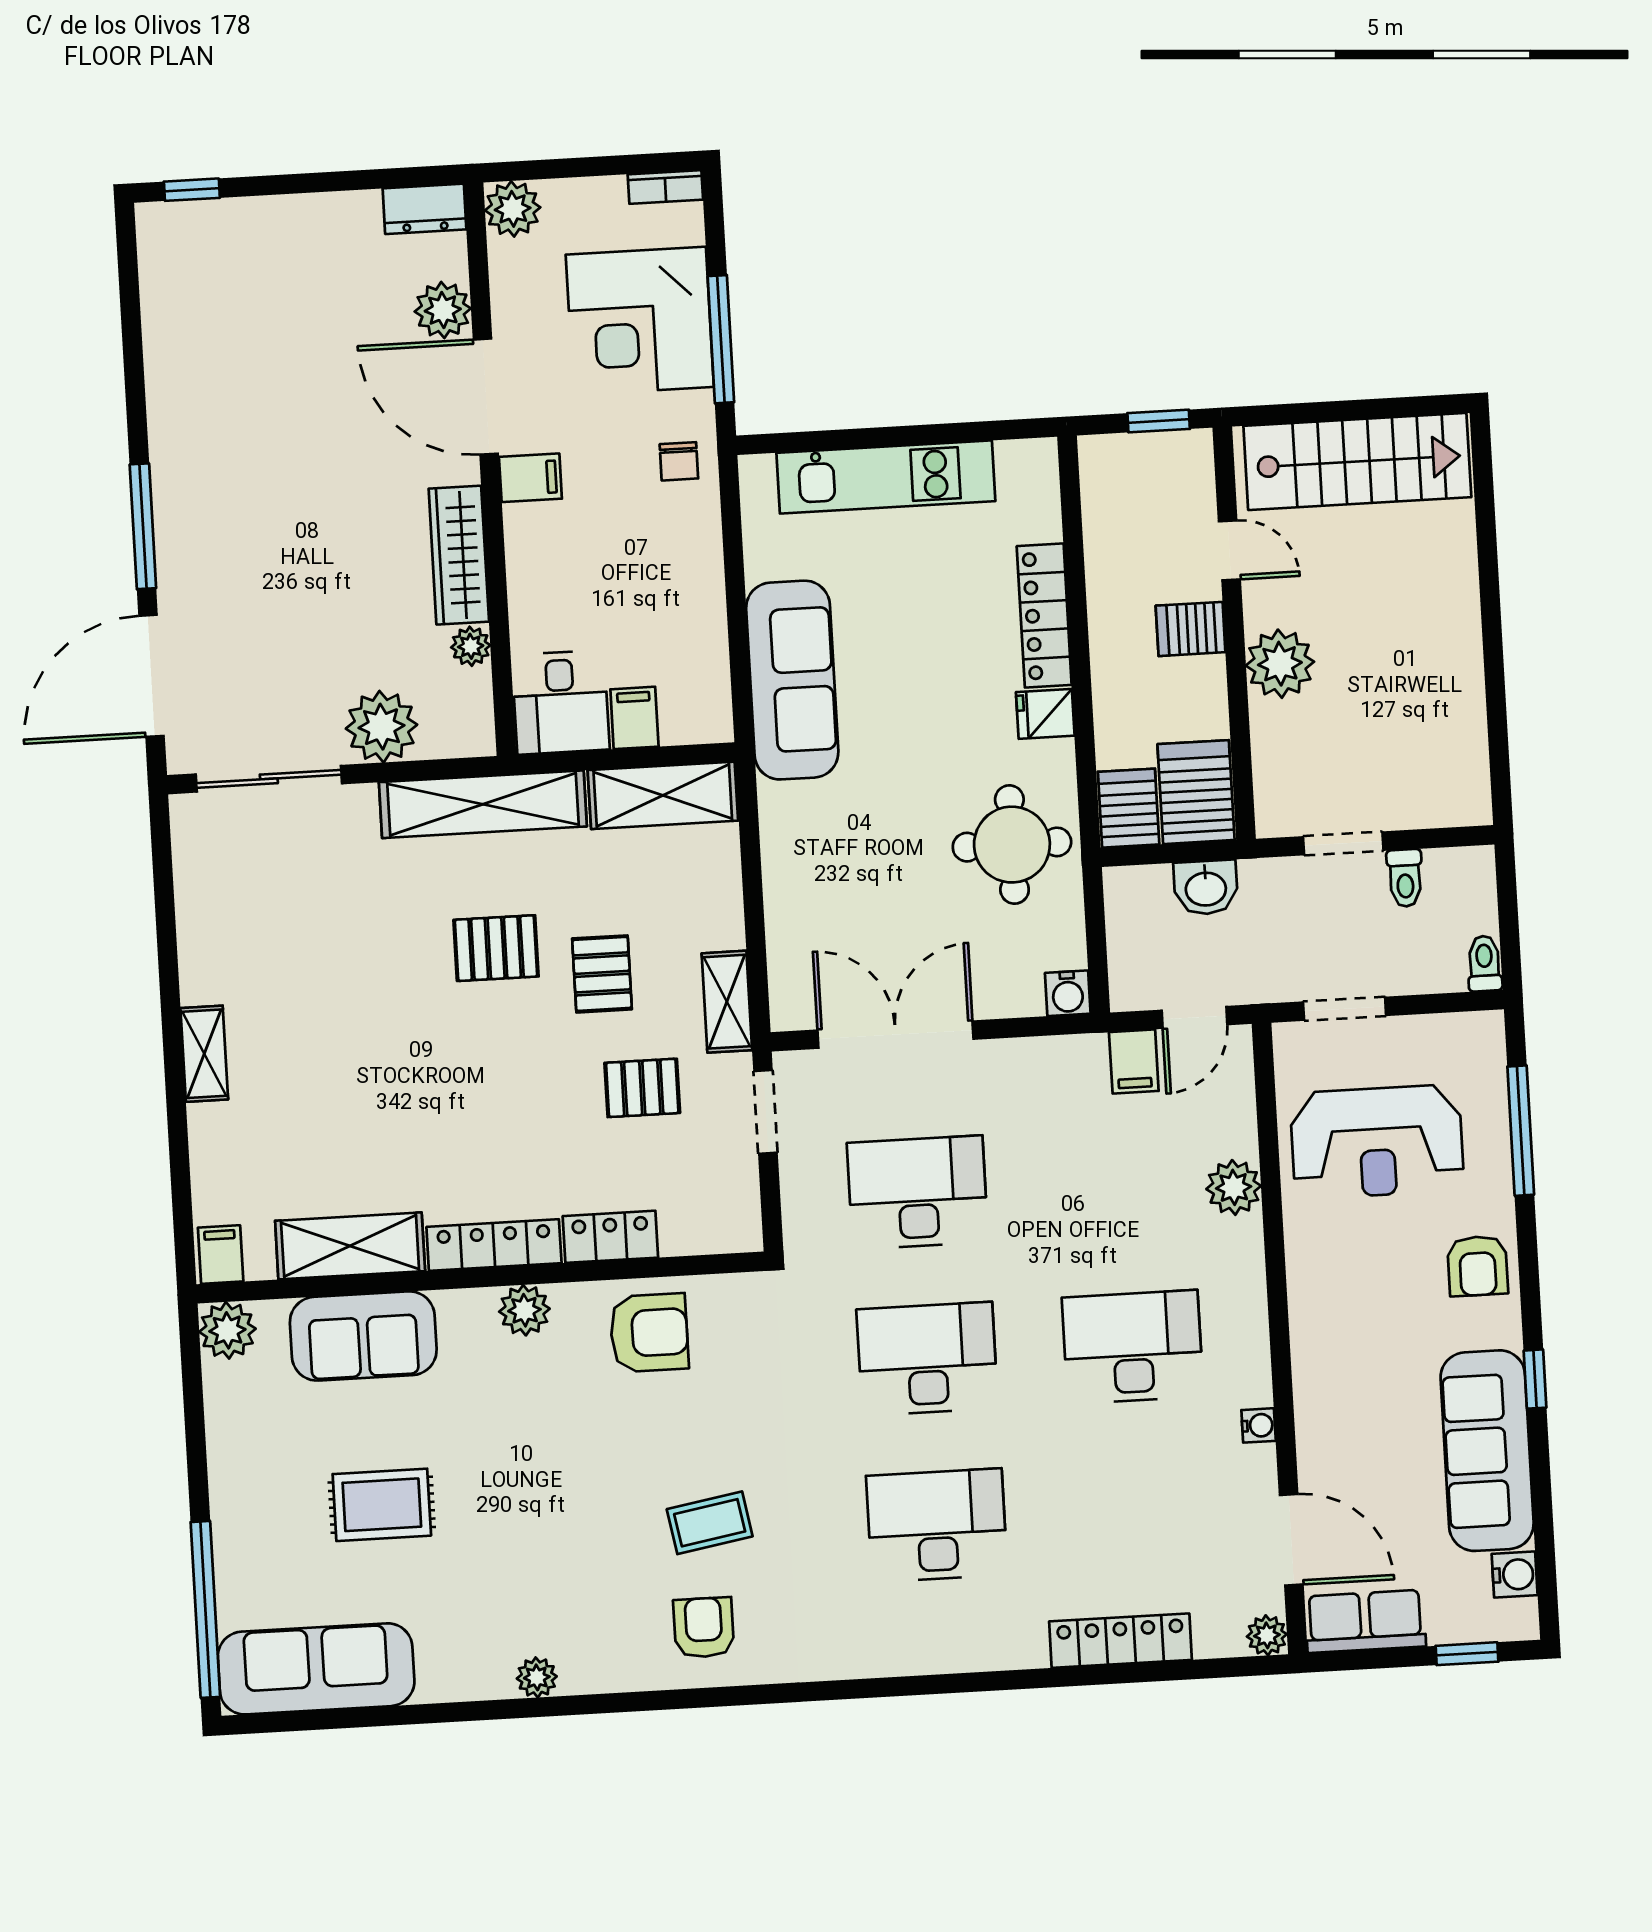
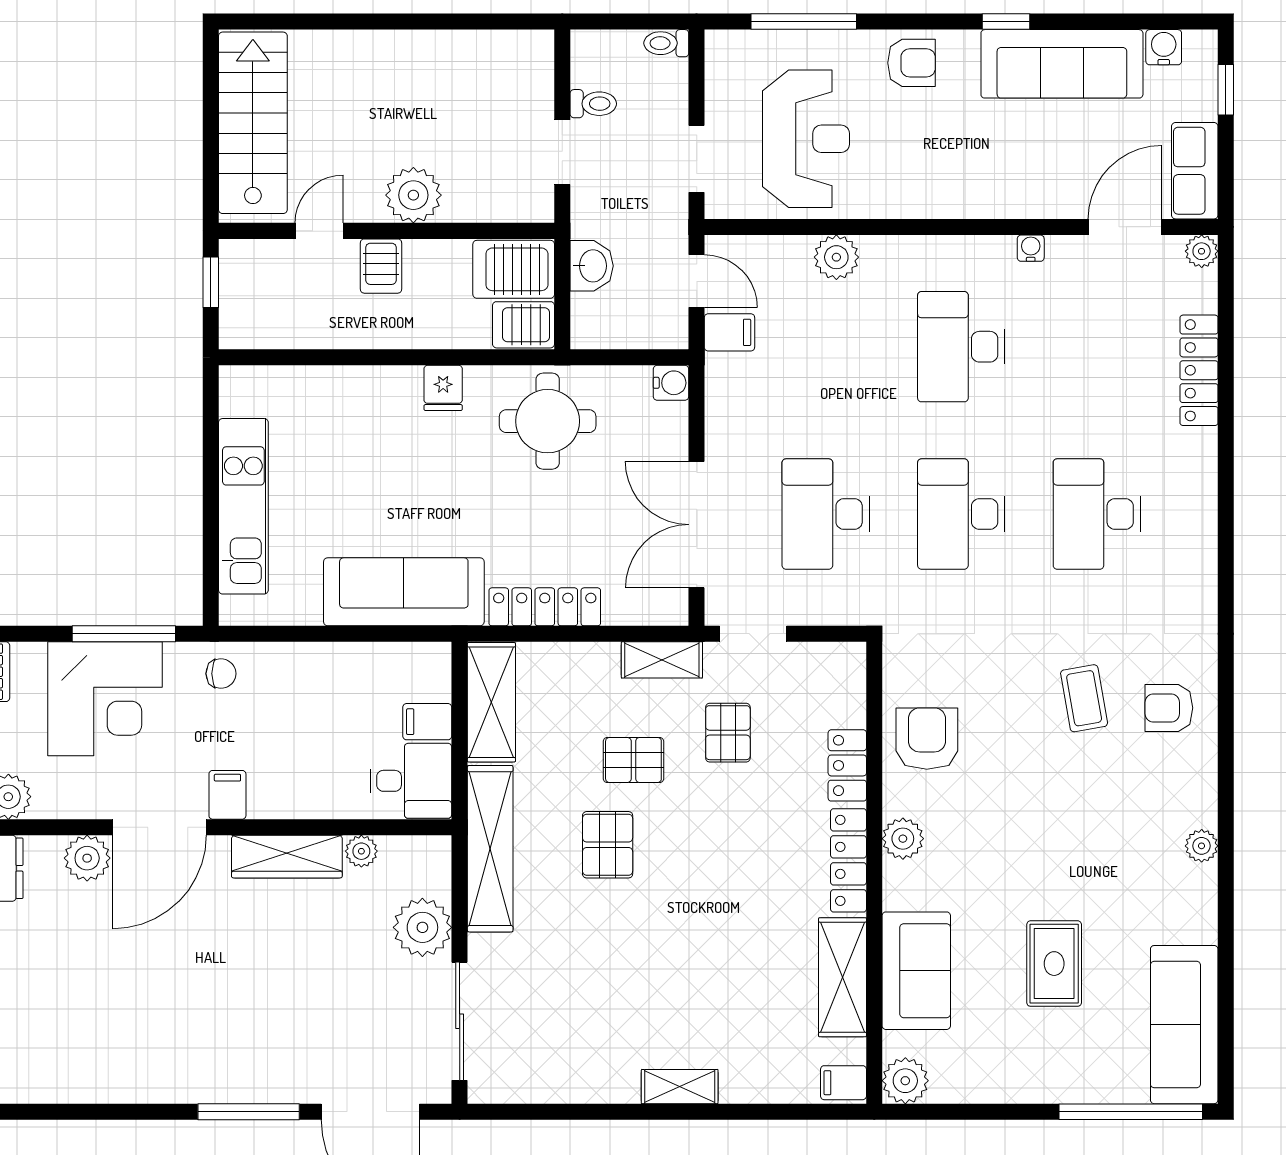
locker: (1044, 616) -> (545, 607), moved, turned 180

